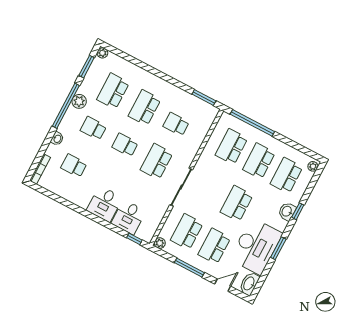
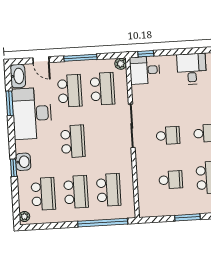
window: (204, 97) -> (187, 217), moved
school desk: (157, 161) -> (168, 136), width x0.54
desk: (129, 217) -> (145, 70), moved, turned -90
window: (278, 248) -> (10, 103), moved
door: (223, 285) -> (41, 60), hinge flipped

